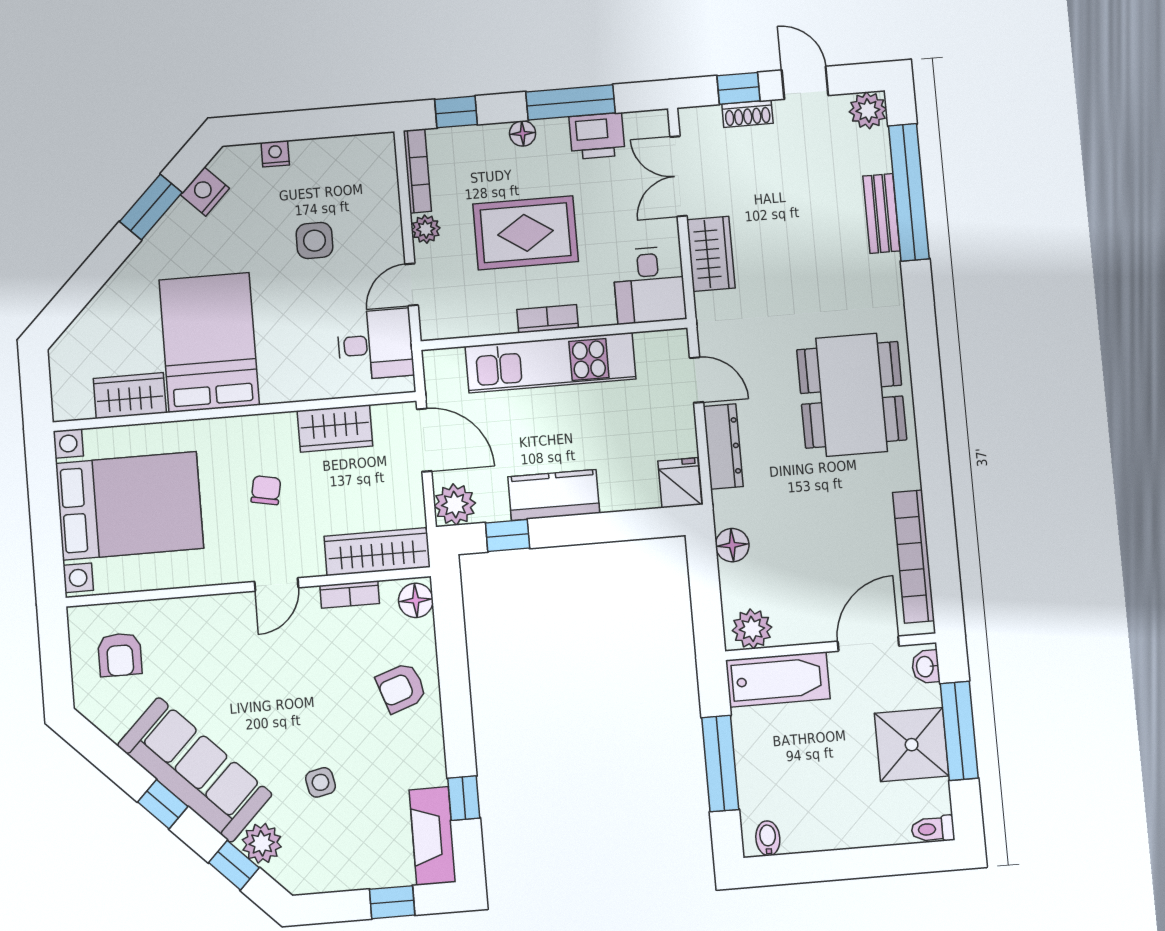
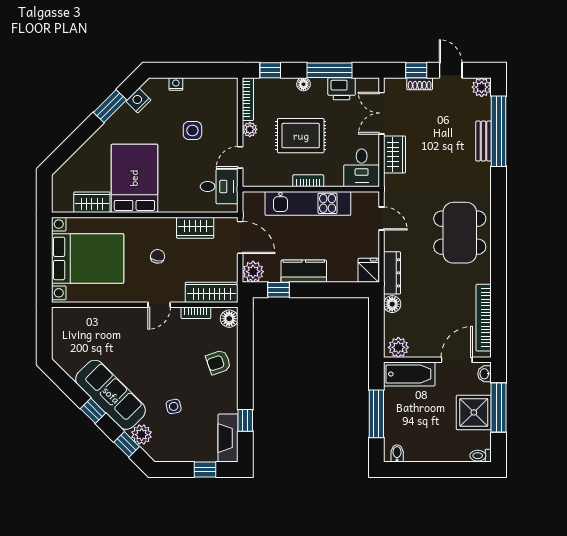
dresser: (723, 446) -> (392, 273), moved
armchair: (120, 655) -> (77, 334), removed

